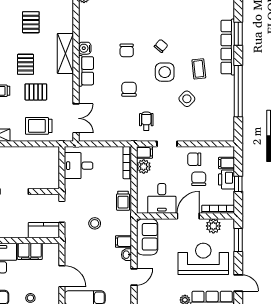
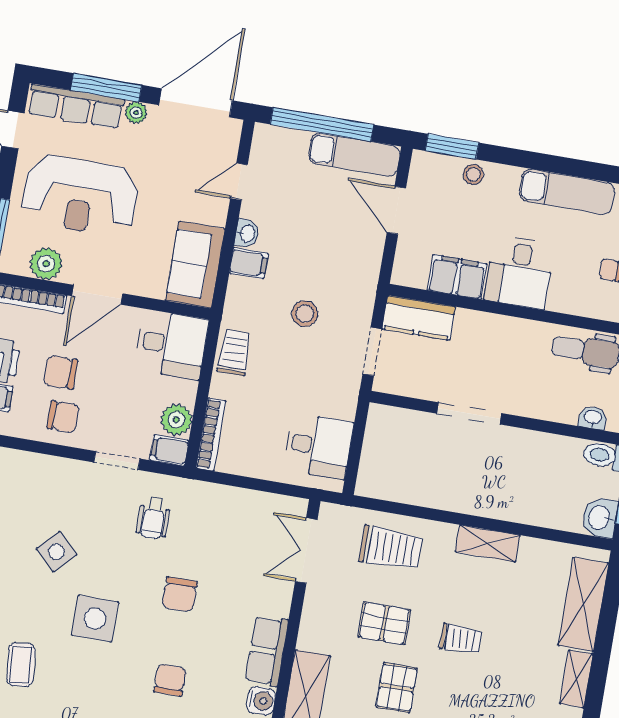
chair: (161, 46) -> (93, 677), removed
coffee table: (199, 69) -> (21, 665), moved
chair: (199, 179) -> (61, 372), turned 90
desk: (162, 198) -> (171, 345), moved, turned 90

